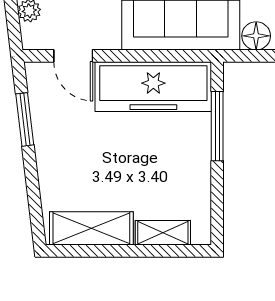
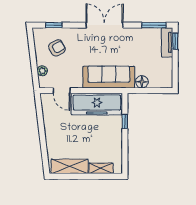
window: (25, 119) -> (40, 119), removed
window: (217, 126) -> (125, 121), width x0.46

